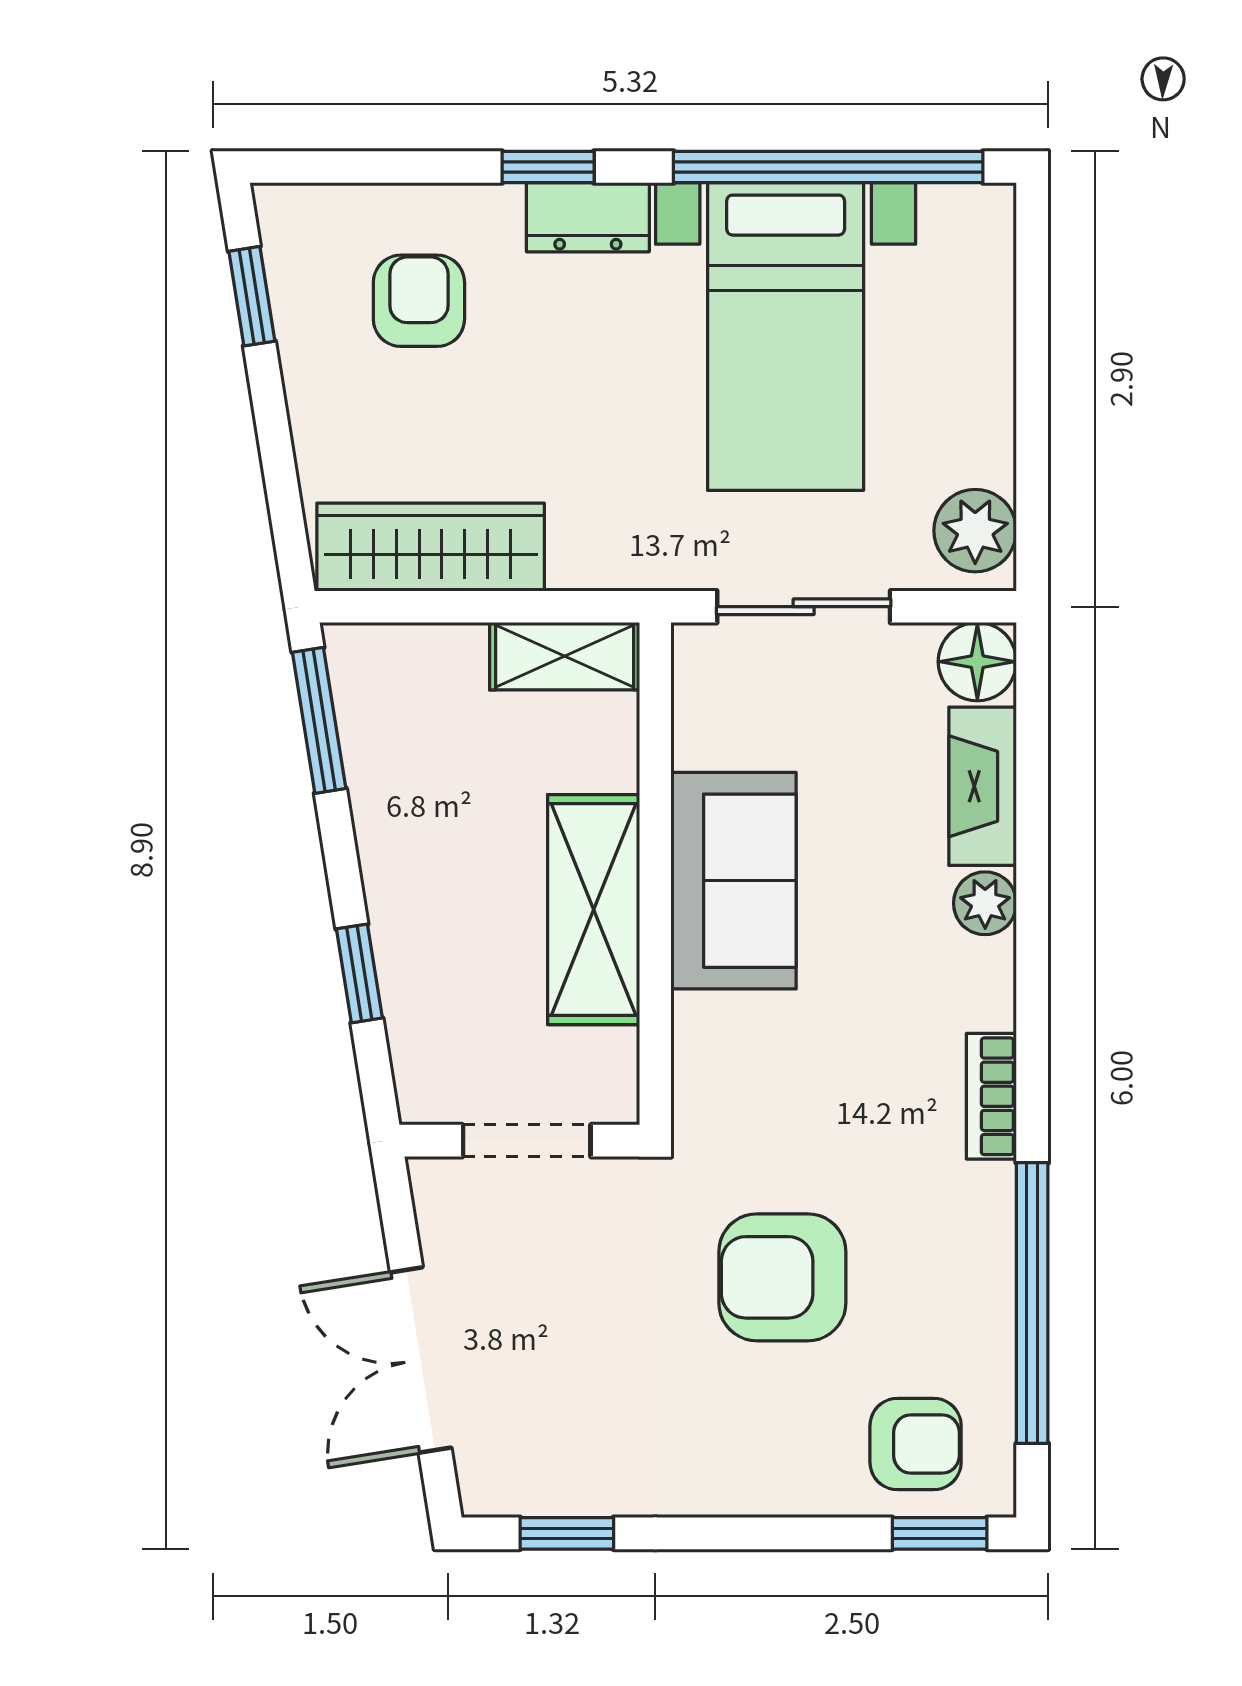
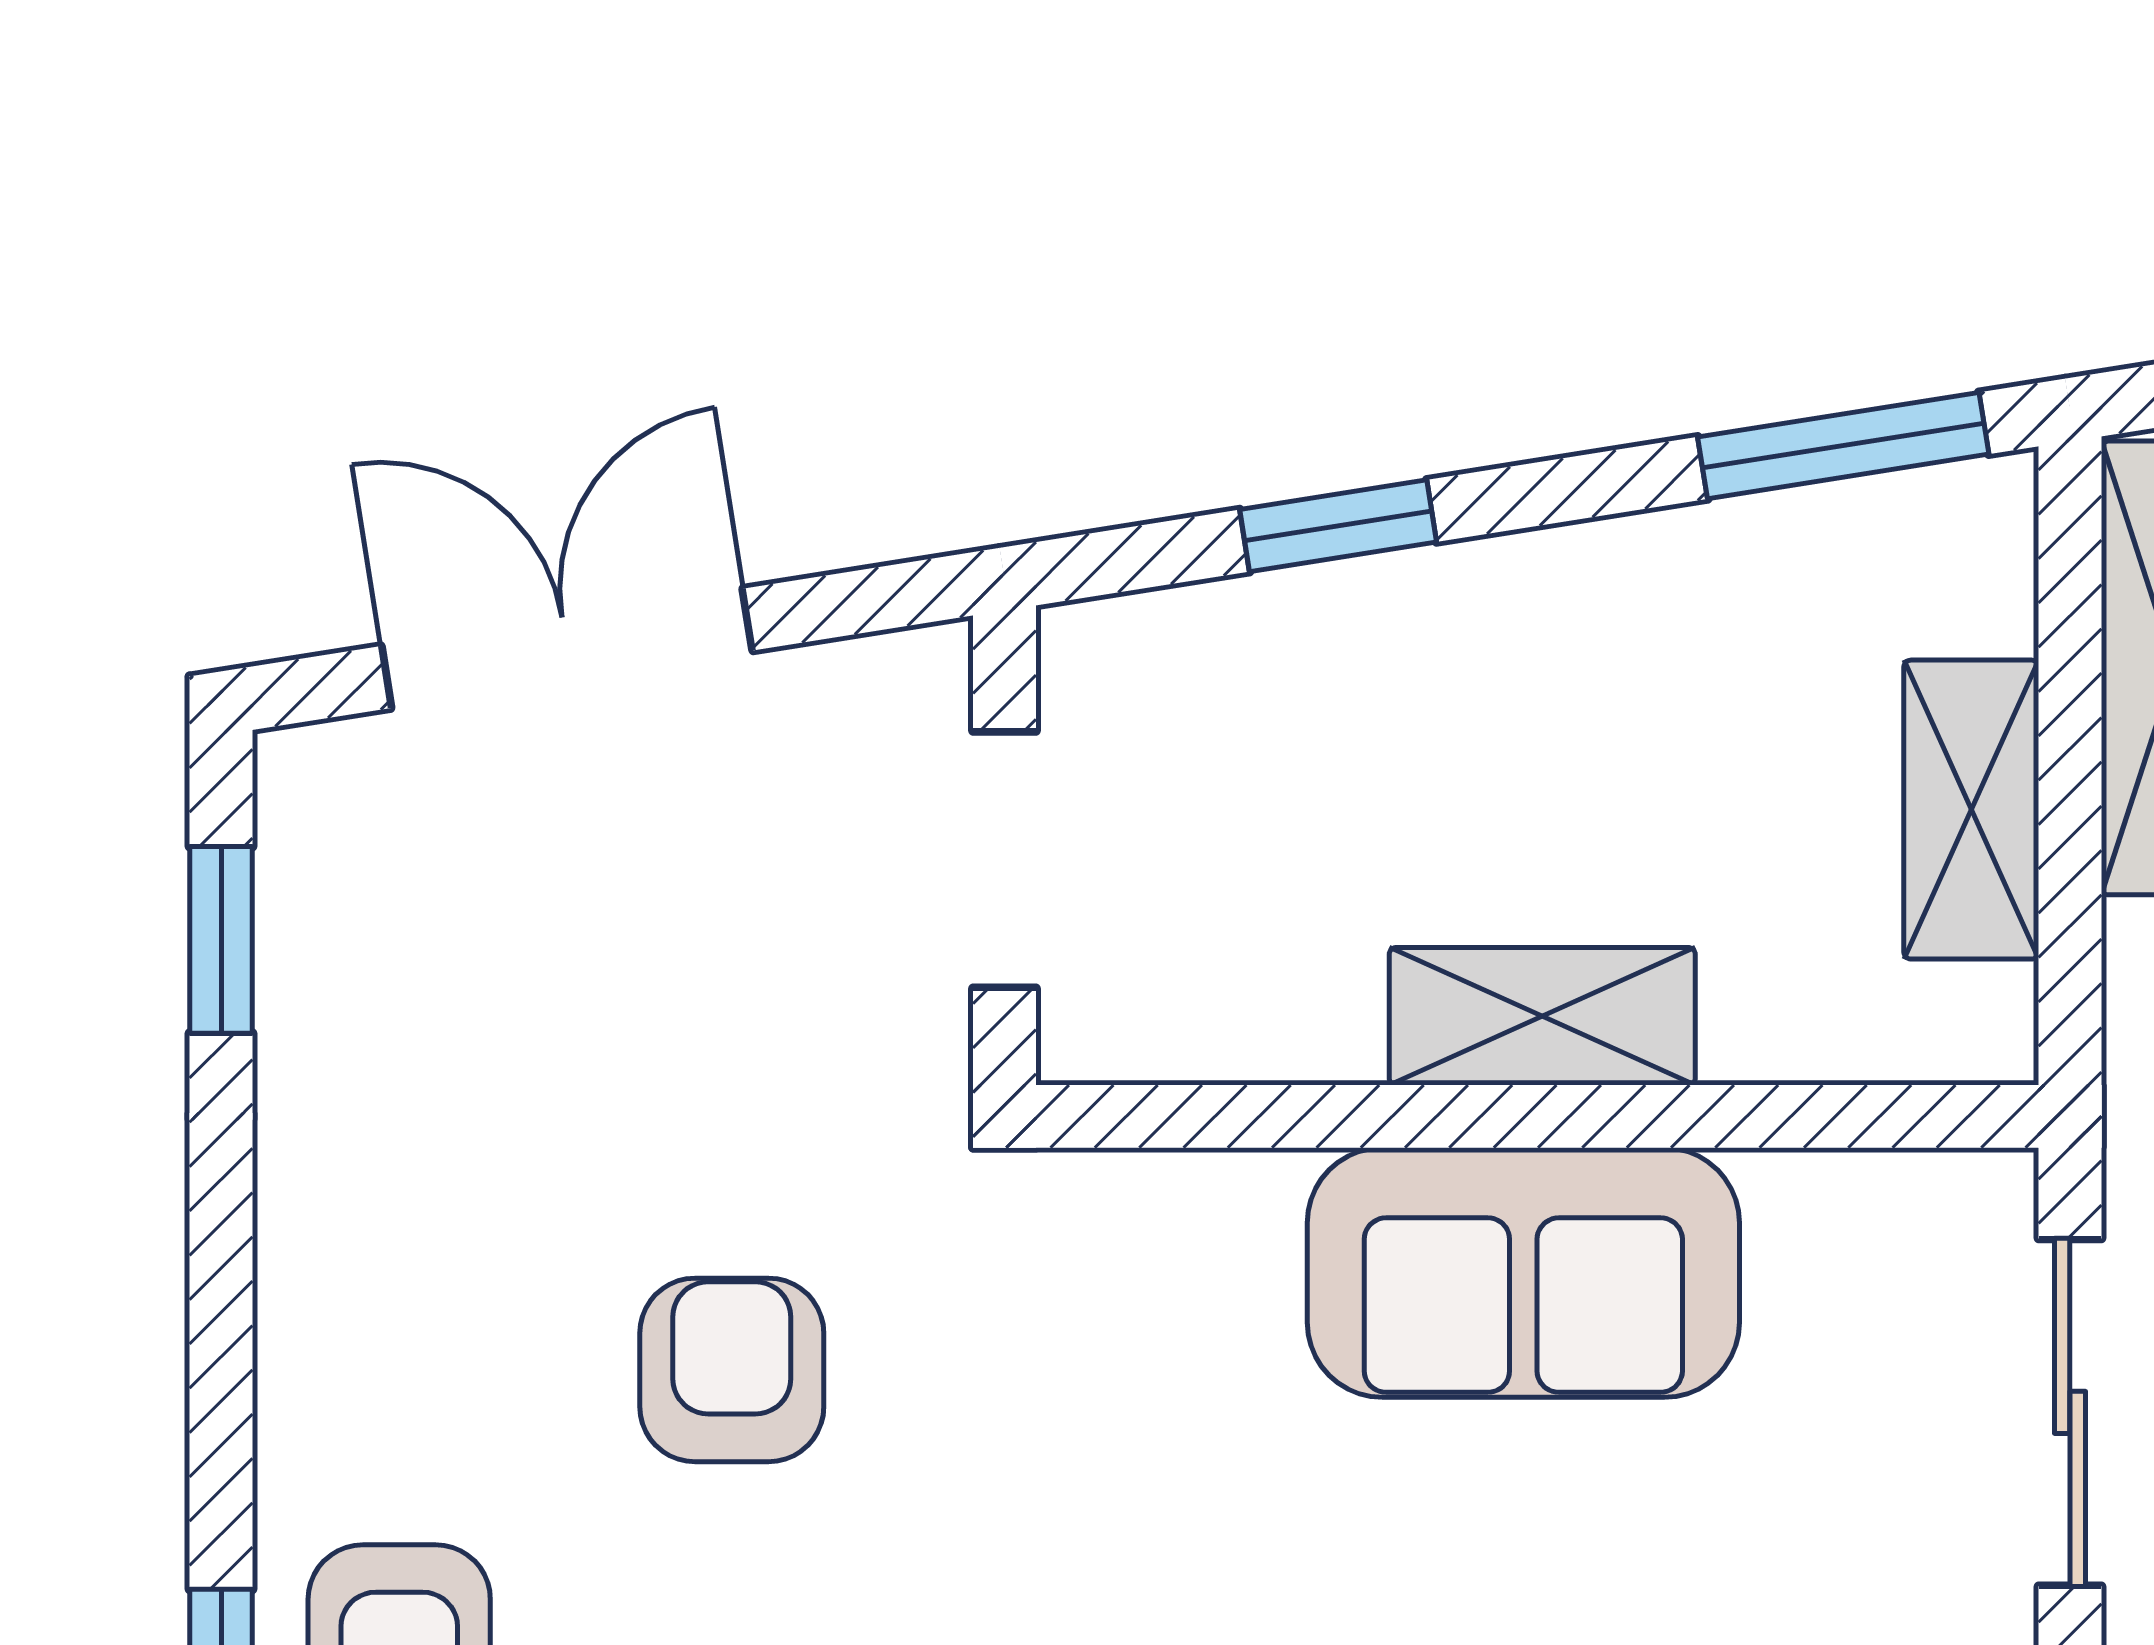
shelving: (565, 656) -> (1971, 810), moved
shelving: (594, 910) -> (1542, 1016), width x0.67, depth x0.75
armchair: (782, 1277) -> (732, 1370), width x0.72, depth x0.72

